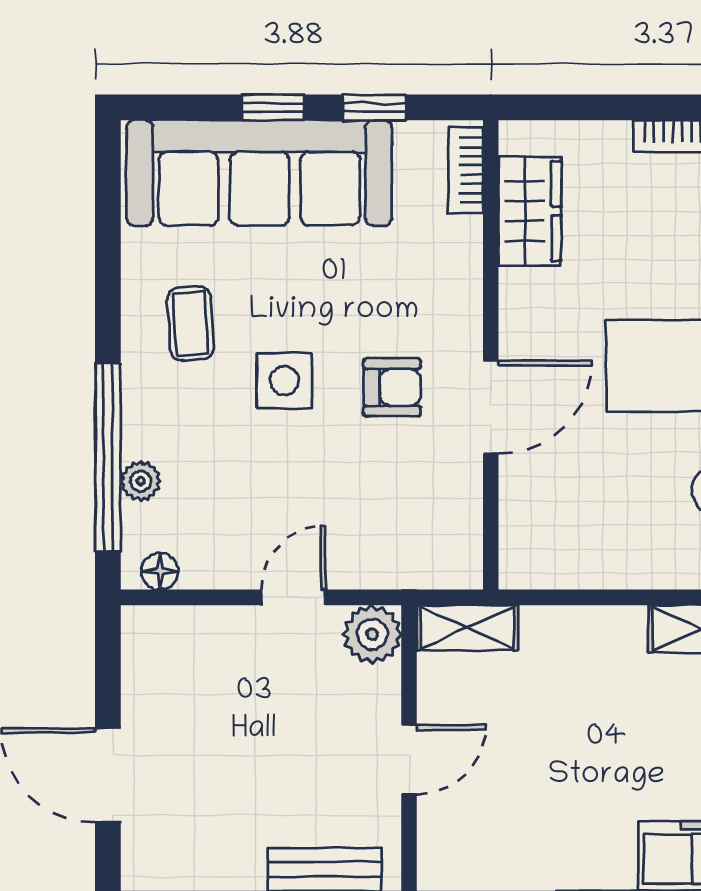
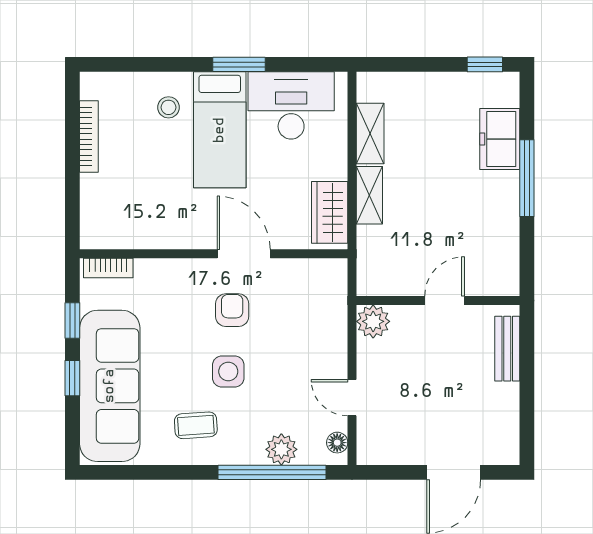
wardrobe: (530, 211) -> (330, 212), moved, turned -90
plant: (141, 481) -> (281, 449), width x1.38, depth x1.38
door: (293, 597) -> (352, 398), moved
shelving: (467, 628) -> (369, 195), moved
door: (409, 759) -> (445, 300), hinge flipped

